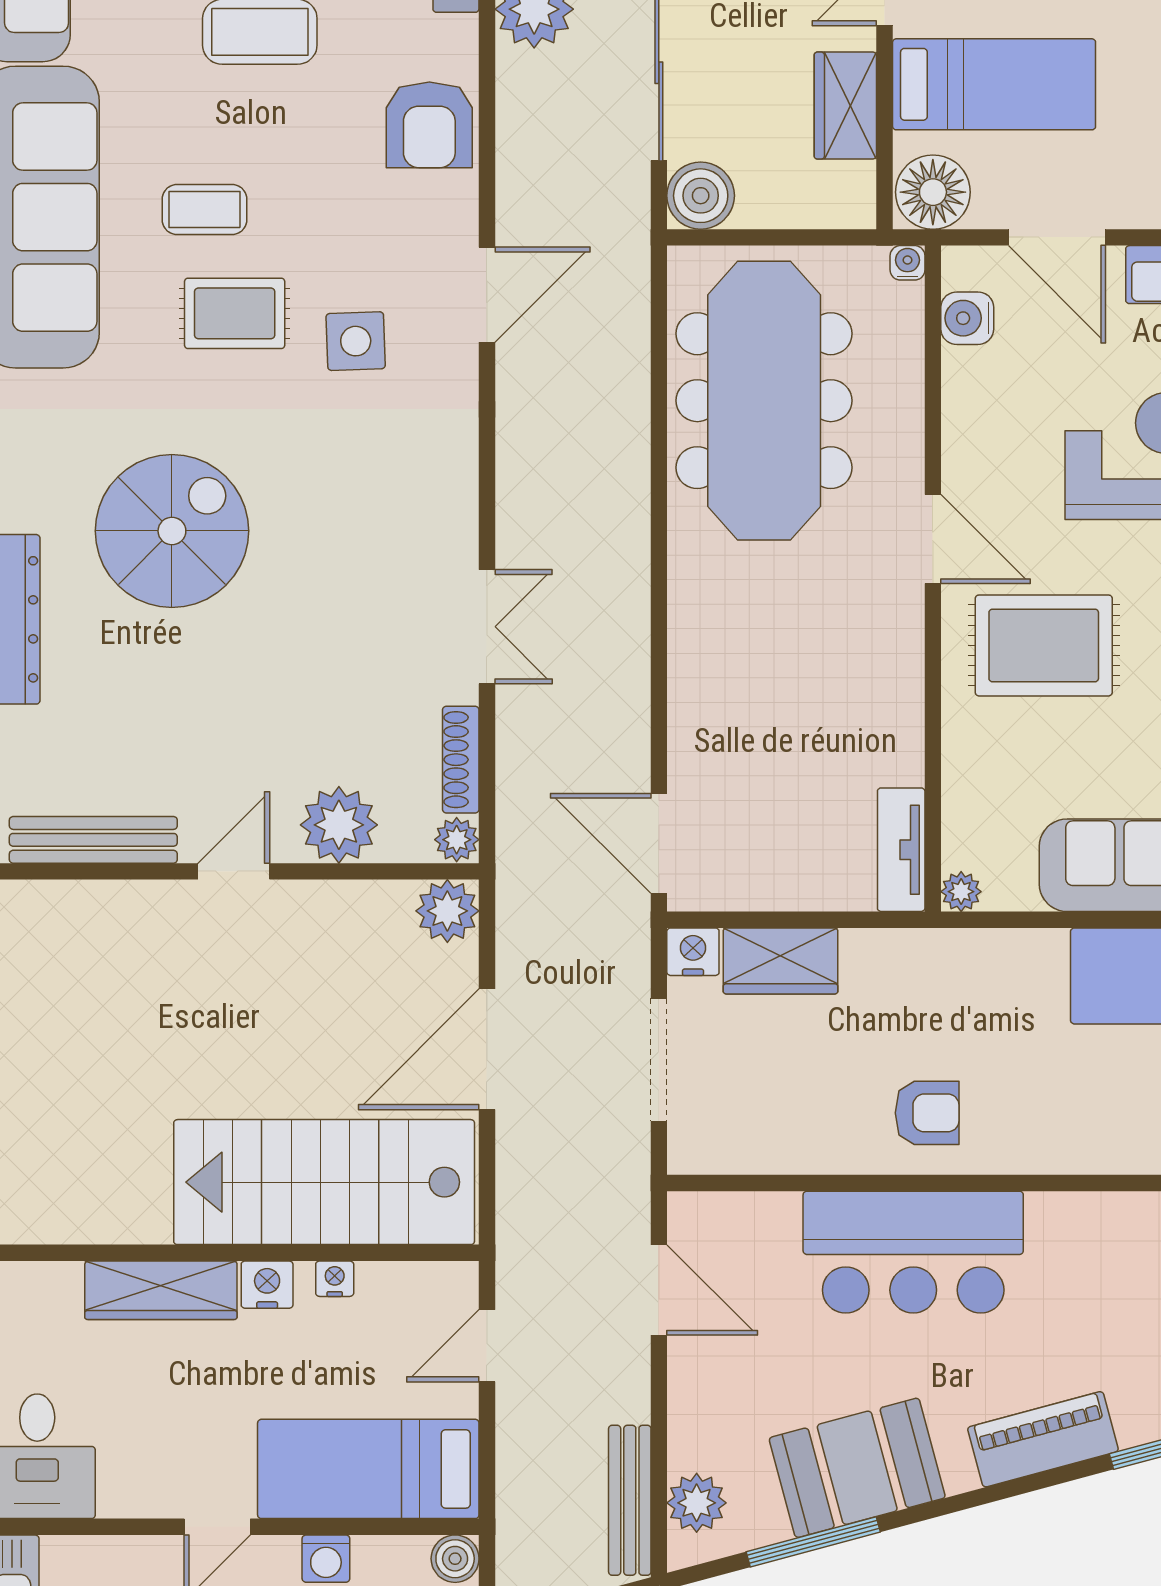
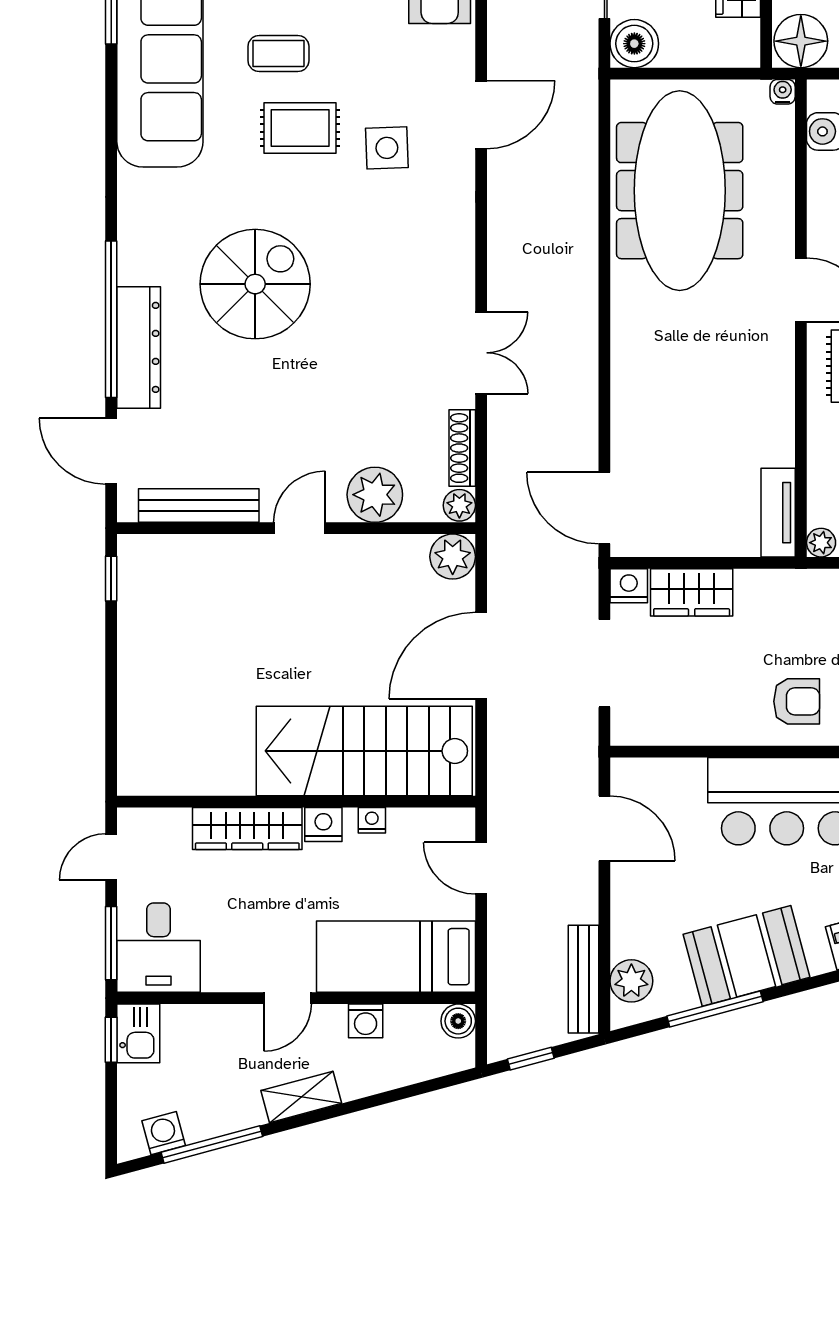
door: (487, 1346) -> (481, 868), hinge flipped

